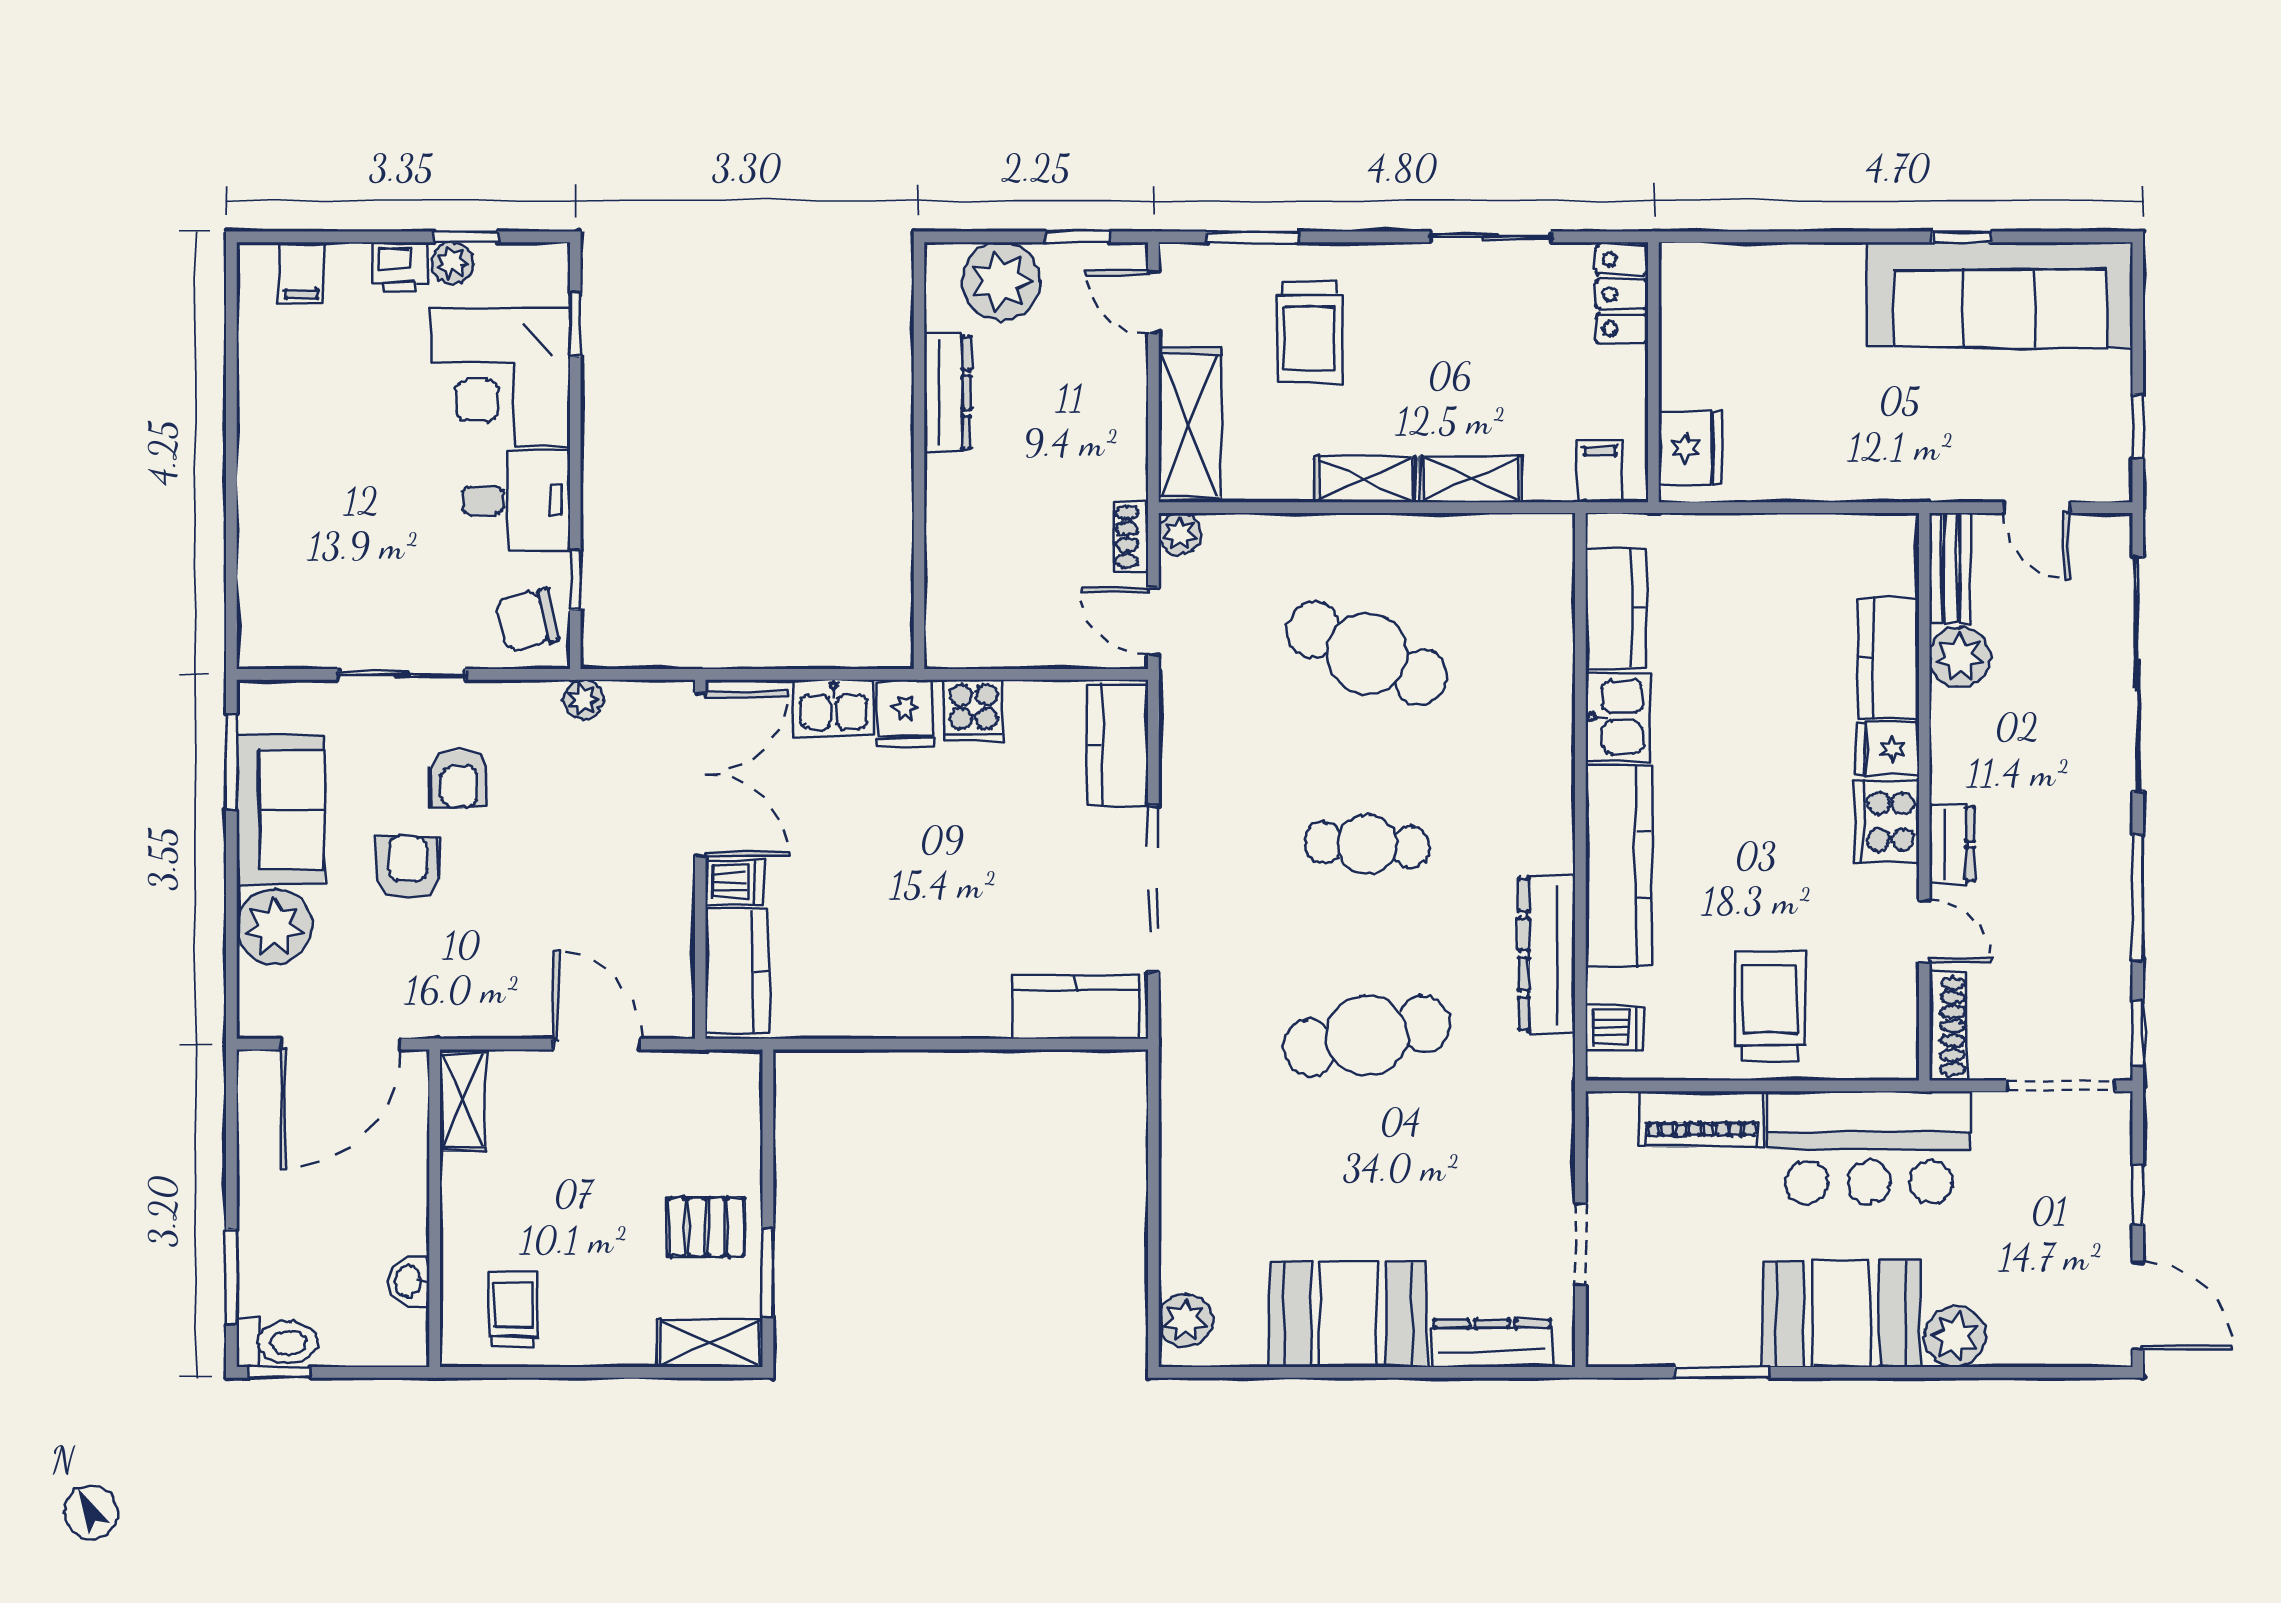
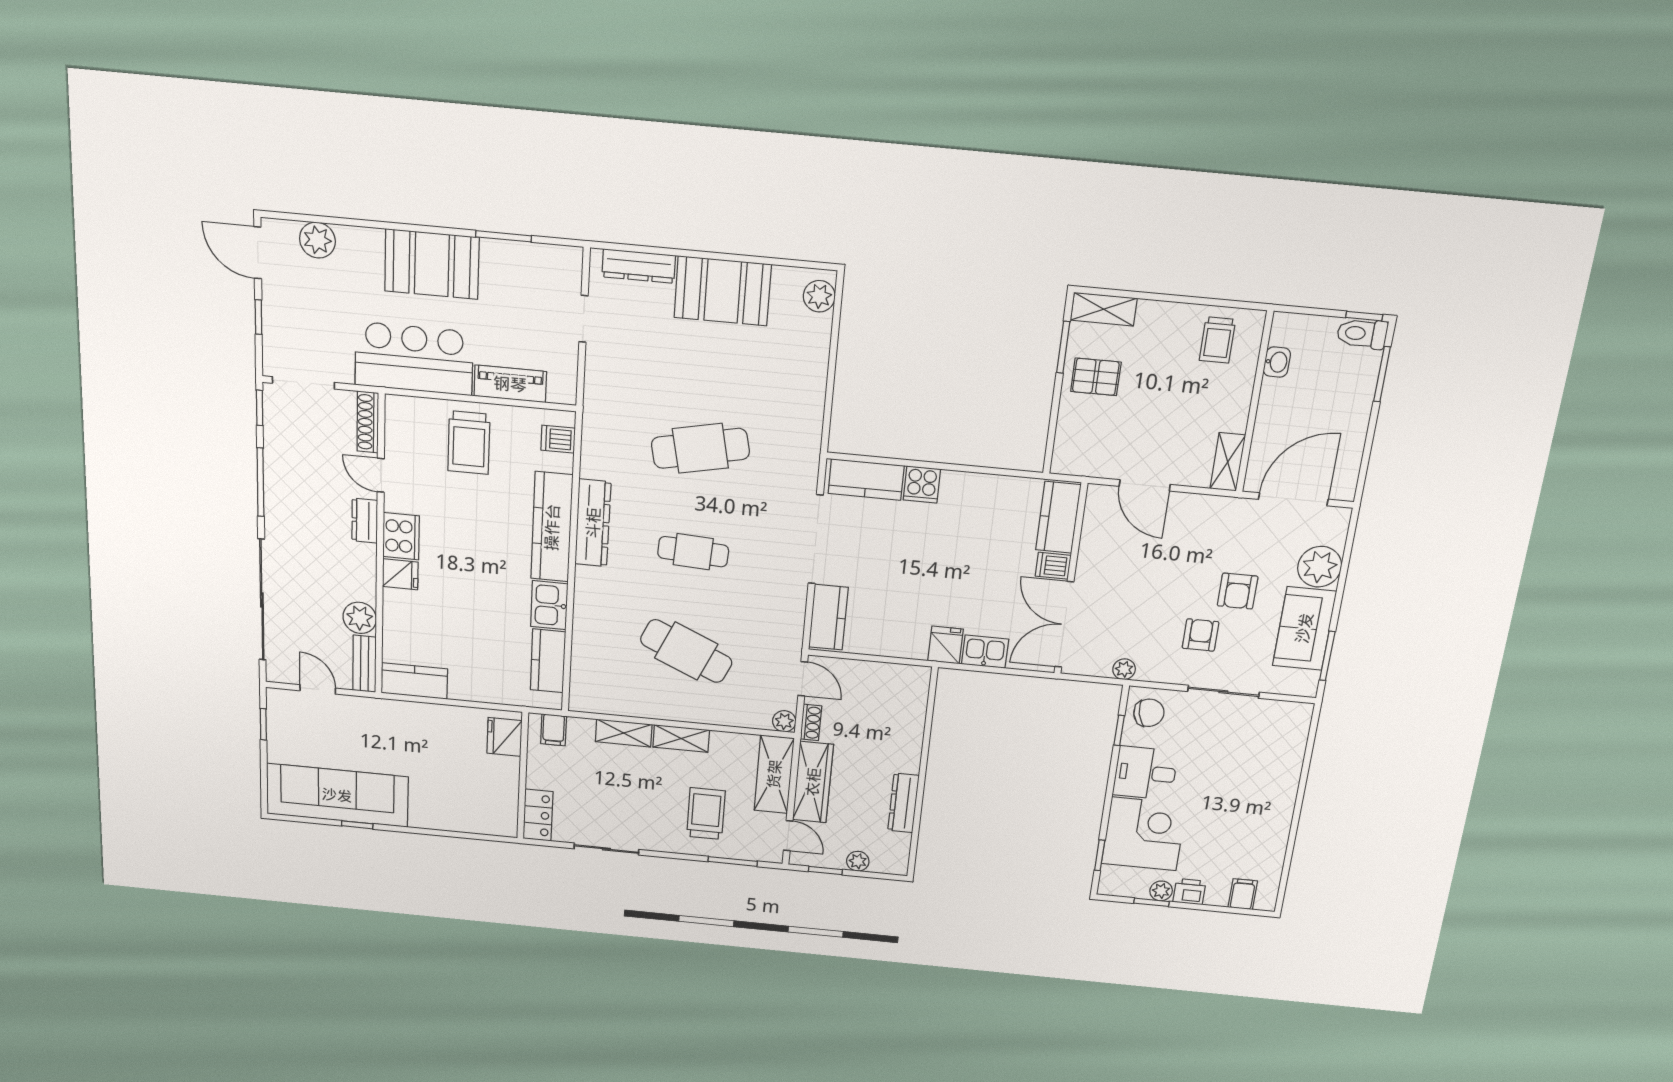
plant: (1001, 281) -> (858, 861), width x0.53, depth x0.53
wardrobe: (1117, 417) -> (813, 782), added
kitchen counter: (1889, 657) -> (414, 681), moved, turned -90
cooker: (974, 711) -> (922, 484), moved, turned 180
dresser: (1547, 954) -> (593, 523), moved
plant: (1955, 1337) -> (317, 240), moved

